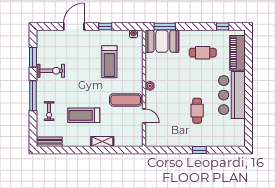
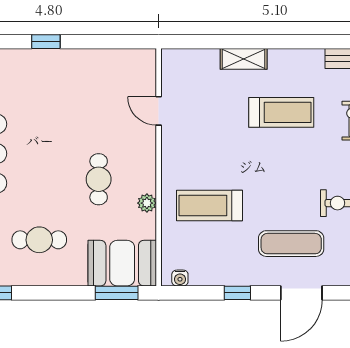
treadmill: (109, 62) -> (209, 205), moved, turned -90
plant: (150, 86) -> (147, 203), moved
exercise mat: (126, 100) -> (291, 244), moved
cafe table: (197, 111) -> (99, 179), moved

